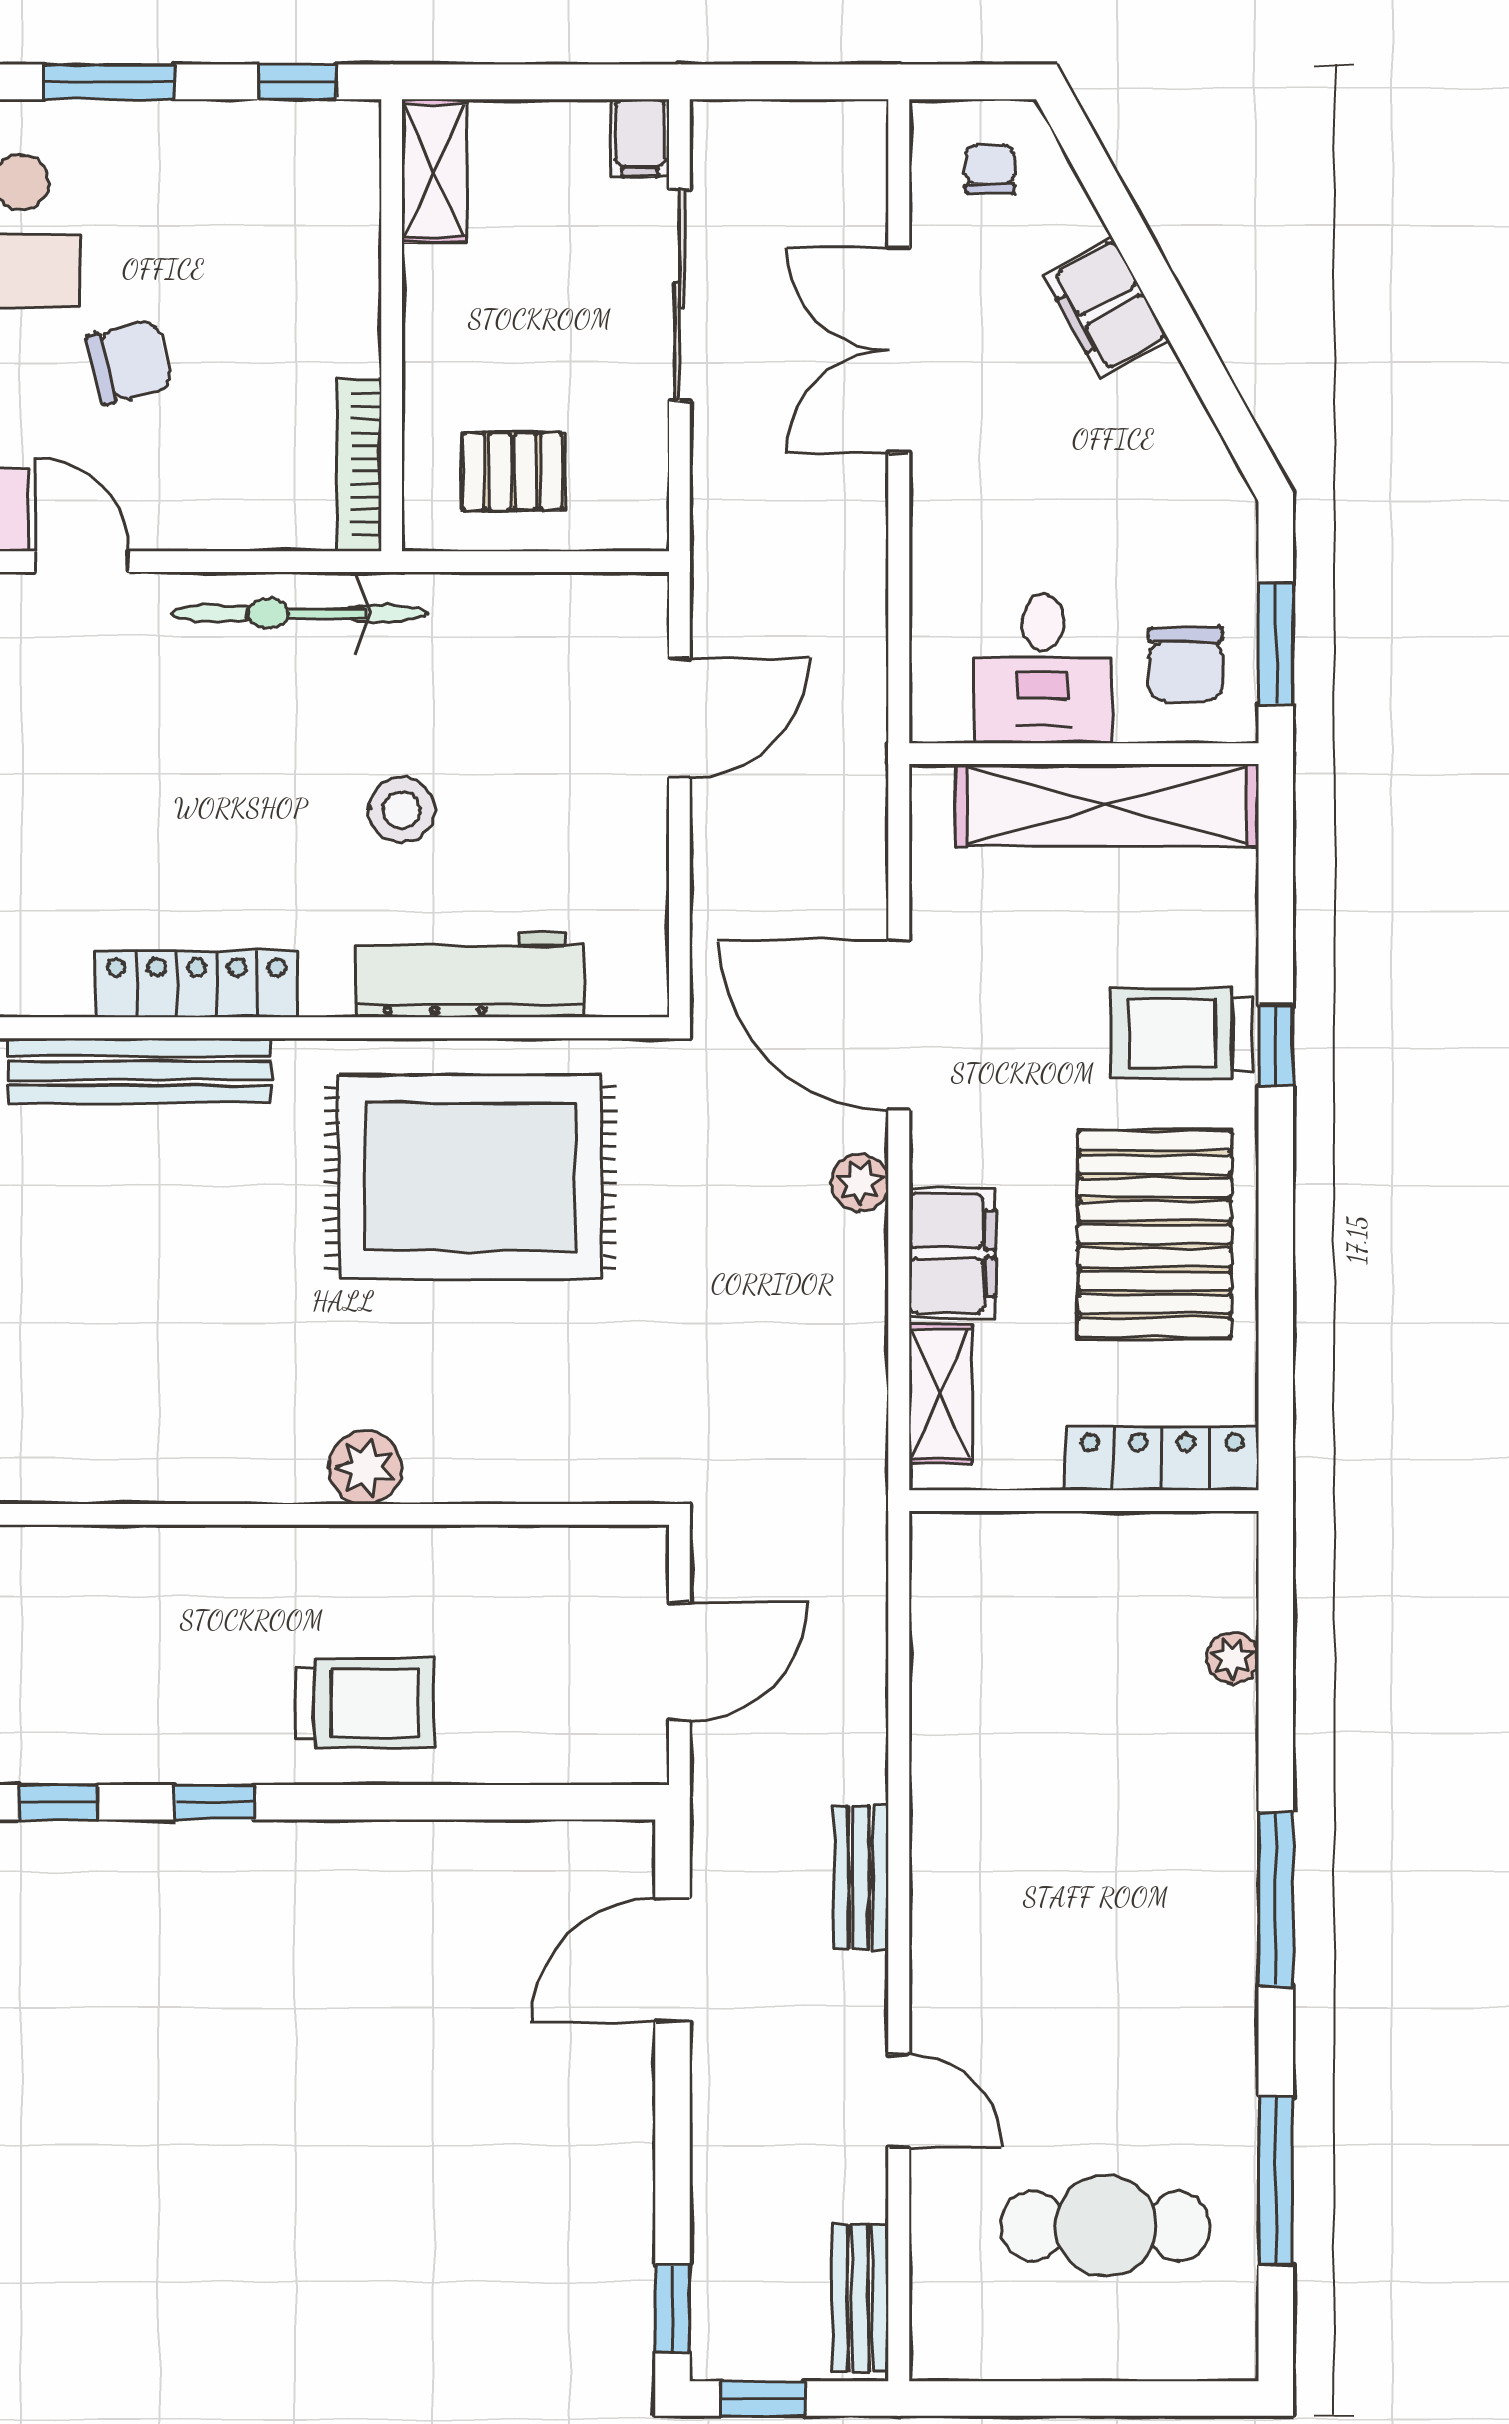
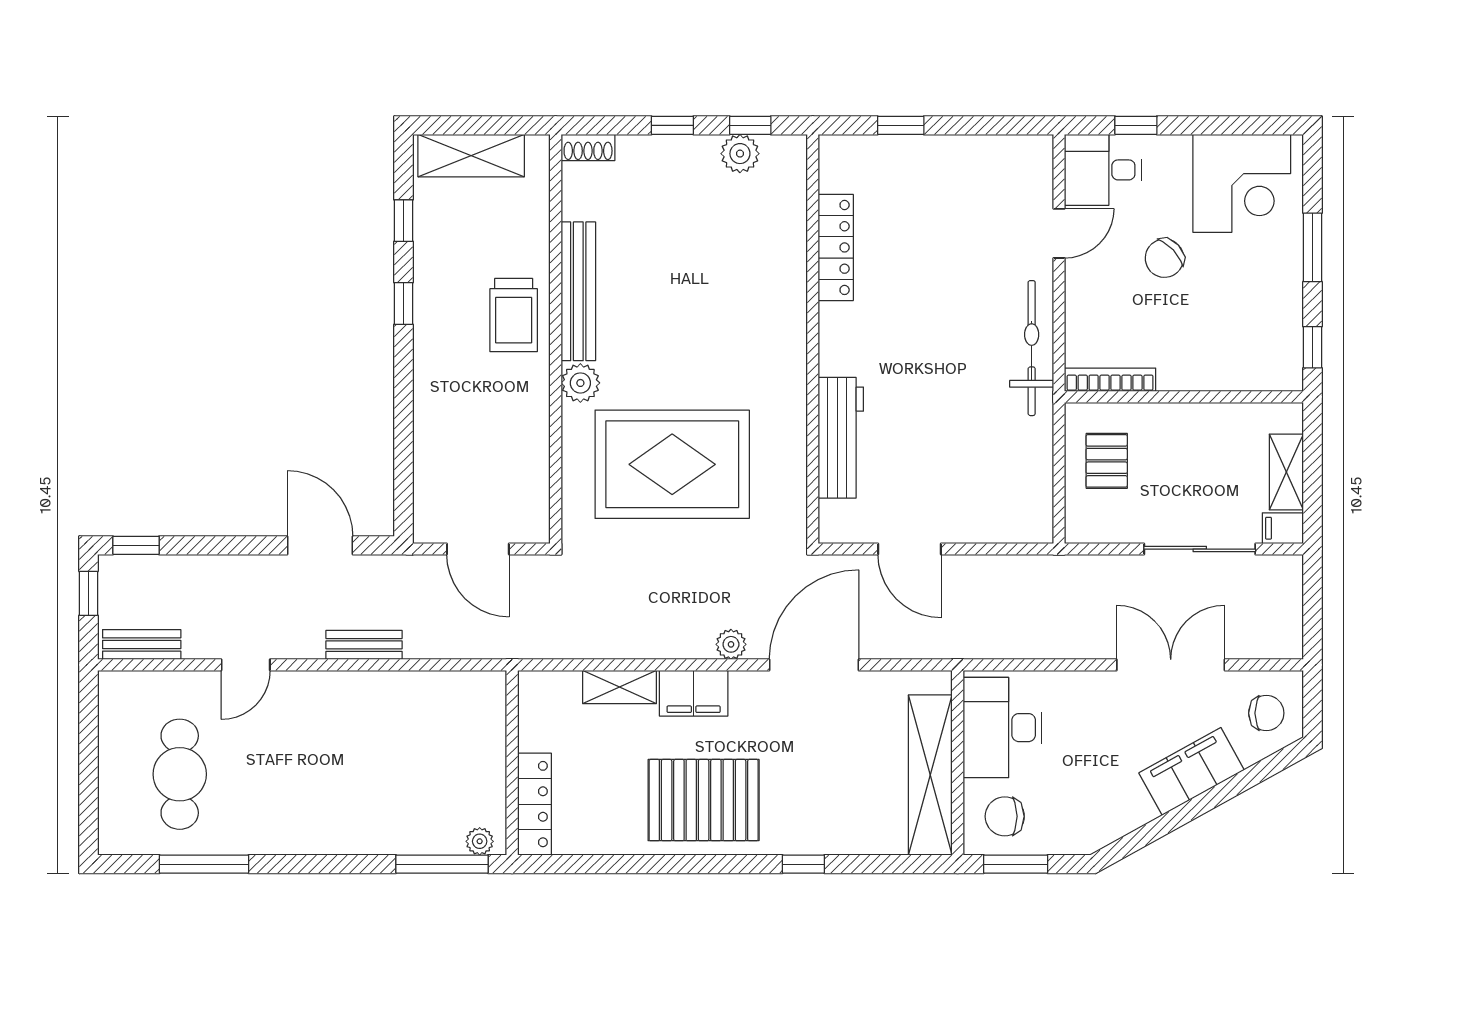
chair: (990, 169) -> (1266, 713), width x1.37, depth x1.37
shelving: (434, 171) -> (1286, 472), moved, turned 90
filing cabinet: (1106, 307) -> (1192, 771), width x1.50, depth x1.17
chair: (129, 362) -> (1164, 258), turned 61
desk: (1043, 669) -> (1002, 728), width x1.37
door: (679, 718) -> (910, 549), moved
stool: (402, 810) -> (928, 402), removed
locker: (197, 984) -> (836, 247), moved
trolley: (1181, 1033) -> (810, 814), removed
bench: (140, 1071) -> (578, 291), moved
rug: (470, 1177) -> (672, 464), moved, turned 90
locker: (1162, 1458) -> (534, 804), moved
wall: (1084, 1501) -> (512, 763), moved
trolley: (365, 1703) -> (514, 315), moved
window: (1276, 1899) -> (442, 864), moved

